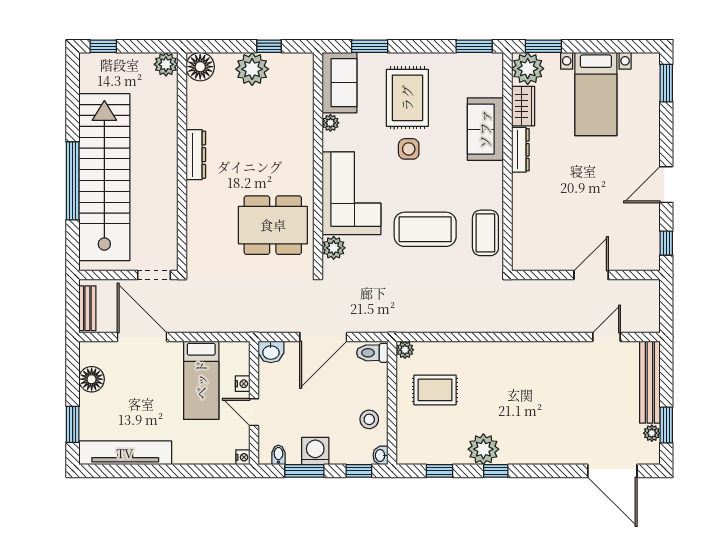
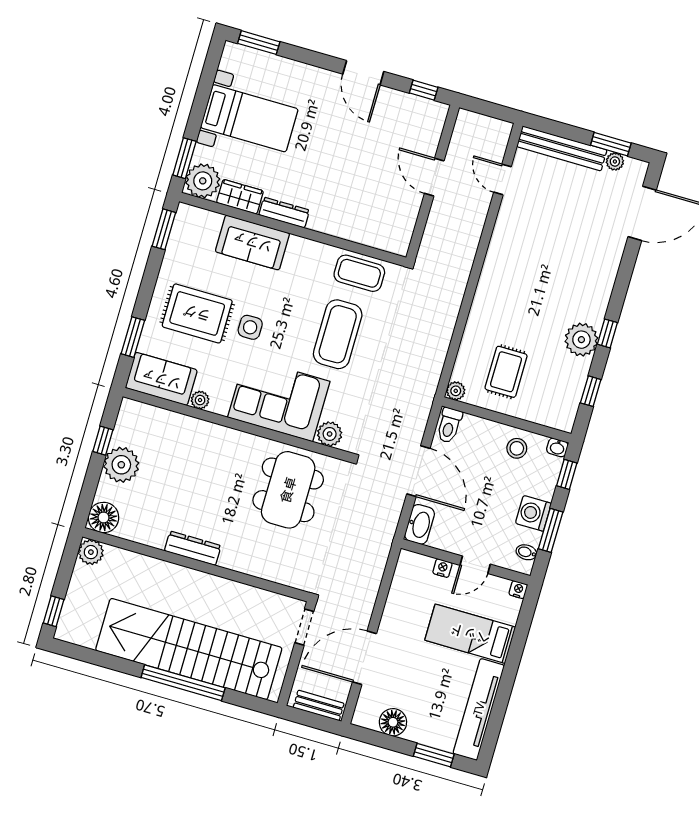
washbasin: (271, 352) -> (420, 524), width x1.38
bed: (201, 380) -> (470, 634), moved, turned 180

